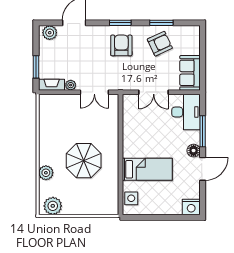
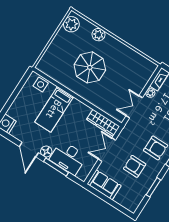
armchair: (160, 44) -> (135, 166), moved, turned 115
desk: (186, 112) -> (68, 158), moved
wardrobe: (130, 113) -> (103, 123), added

